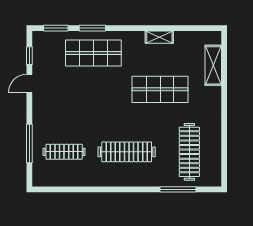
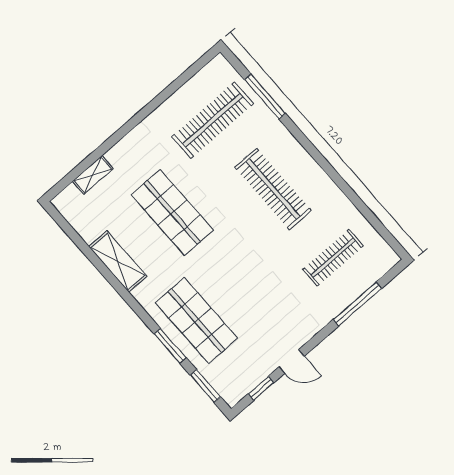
shelving: (159, 37) -> (118, 261), width x1.50, depth x1.33
shelving: (213, 65) -> (93, 175), width x0.67, depth x0.75
clothes rail: (64, 152) -> (333, 258), turned 90

